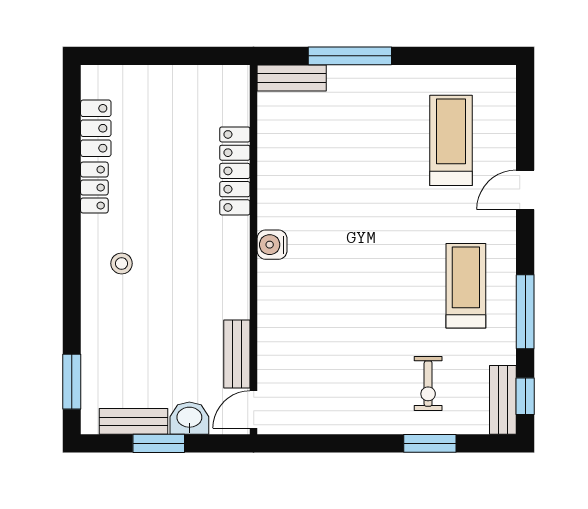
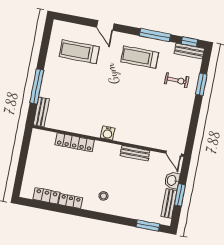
bench: (237, 354) -> (135, 153), moved

